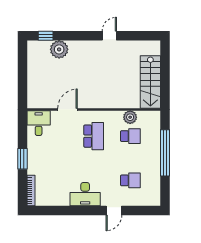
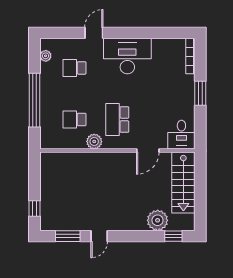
window: (136, 36) -> (68, 236), added
window: (165, 60) -> (34, 208), added
stairs: (150, 82) -> (183, 183), moved, turned 180
plant: (130, 117) -> (94, 141), moved
plant: (155, 191) -> (46, 56), added
desk: (85, 194) -> (127, 56), width x1.36, depth x1.30

